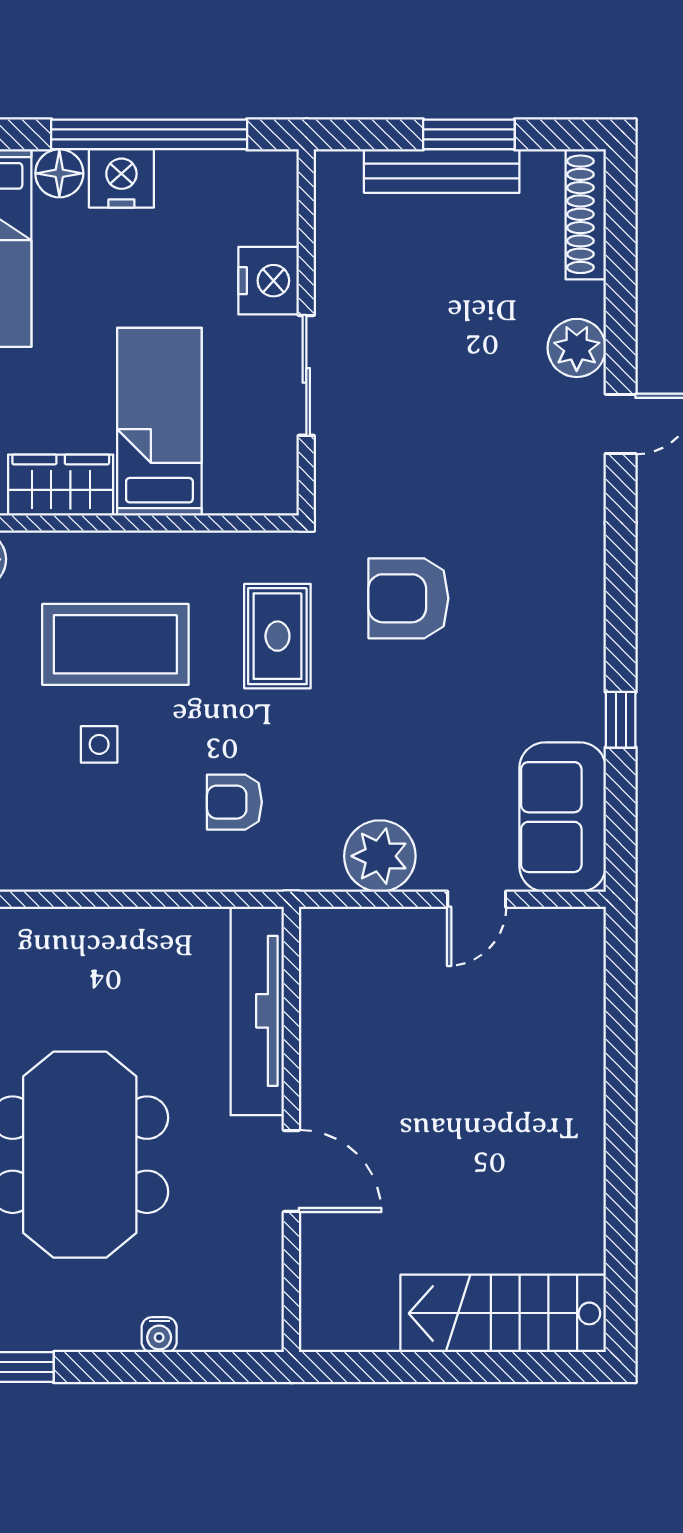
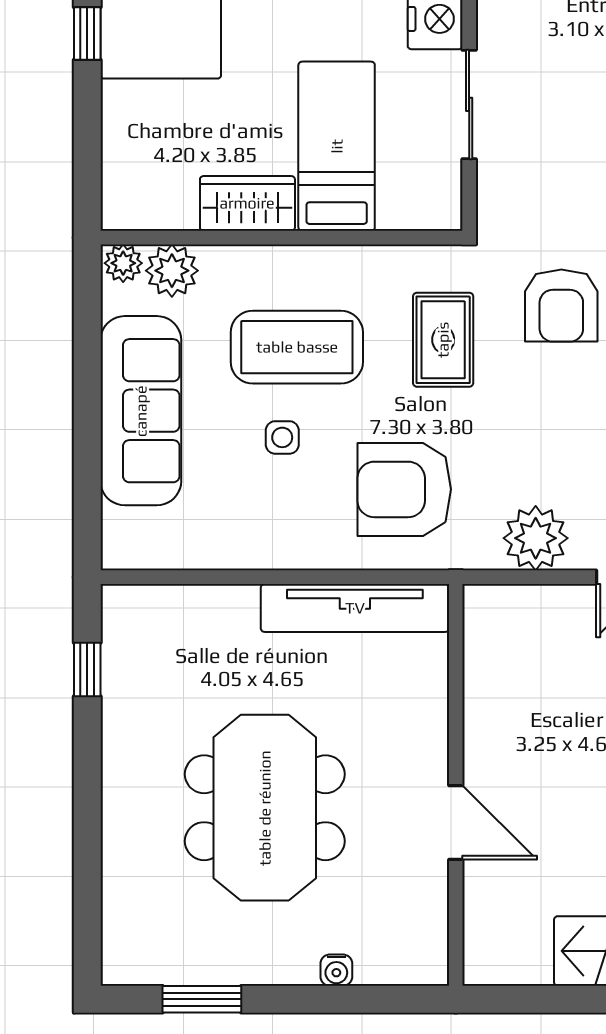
armchair: (408, 598) -> (561, 306), turned -90
armchair: (234, 802) -> (404, 489), width x1.88, depth x1.88
tv unit: (257, 1011) -> (355, 608), moved, turned -90

